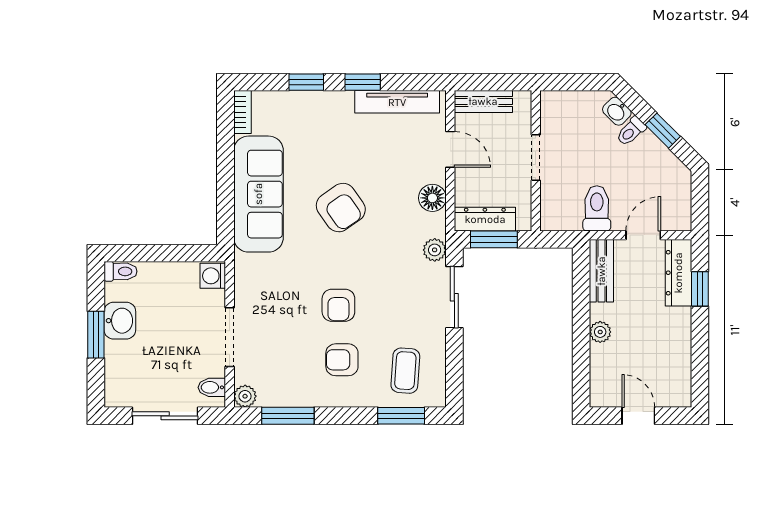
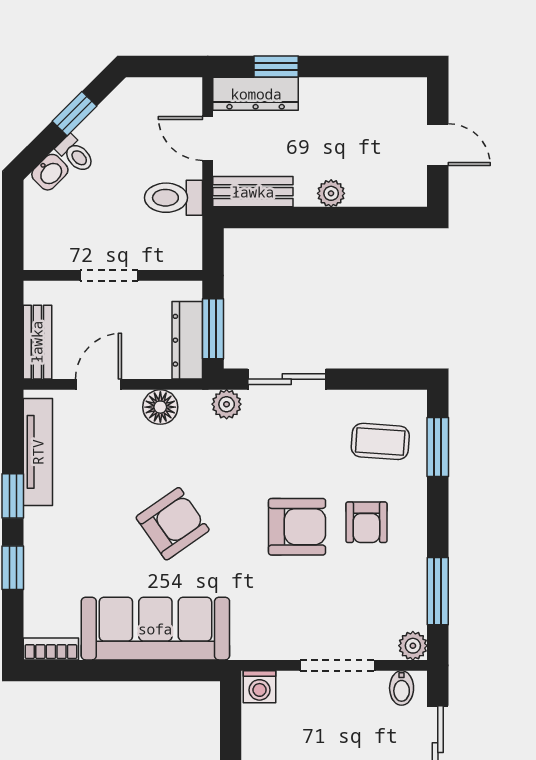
armchair: (338, 305) -> (297, 527), width x1.38, depth x1.38
door: (638, 416) -> (438, 145), swing flipped

